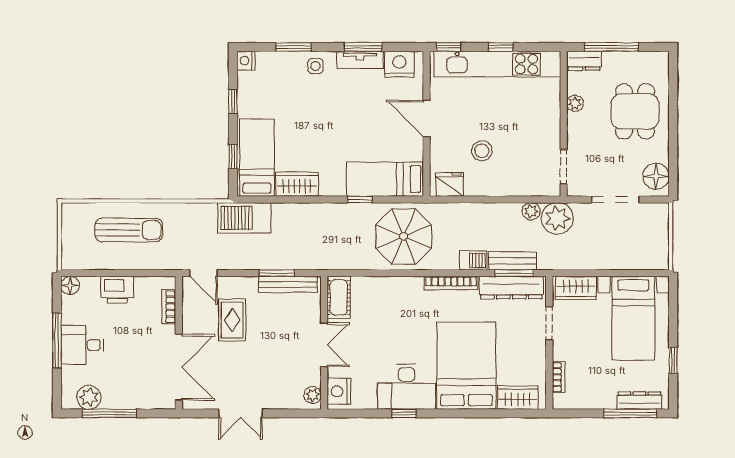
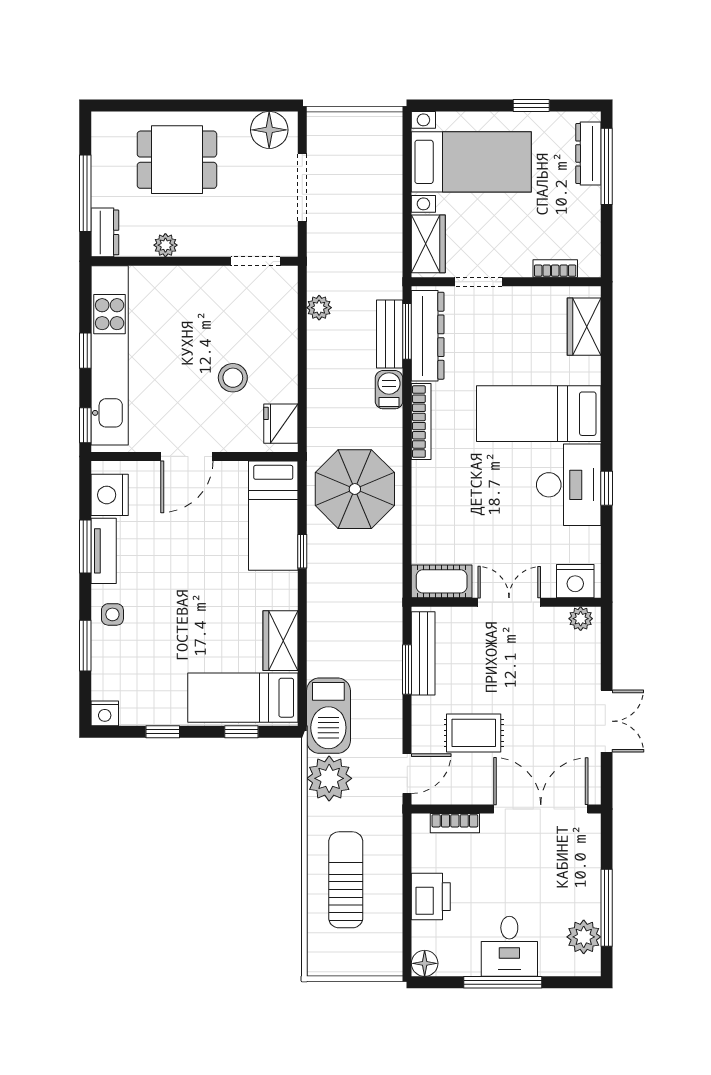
plant: (557, 218) -> (329, 778), moved
bed: (466, 366) -> (539, 414), width x0.67

